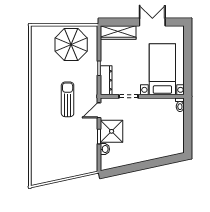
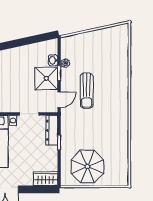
wardrobe: (118, 33) -> (46, 179), width x0.67
sun lounger: (68, 99) -> (87, 91), moved
plant: (93, 146) -> (65, 63), added

